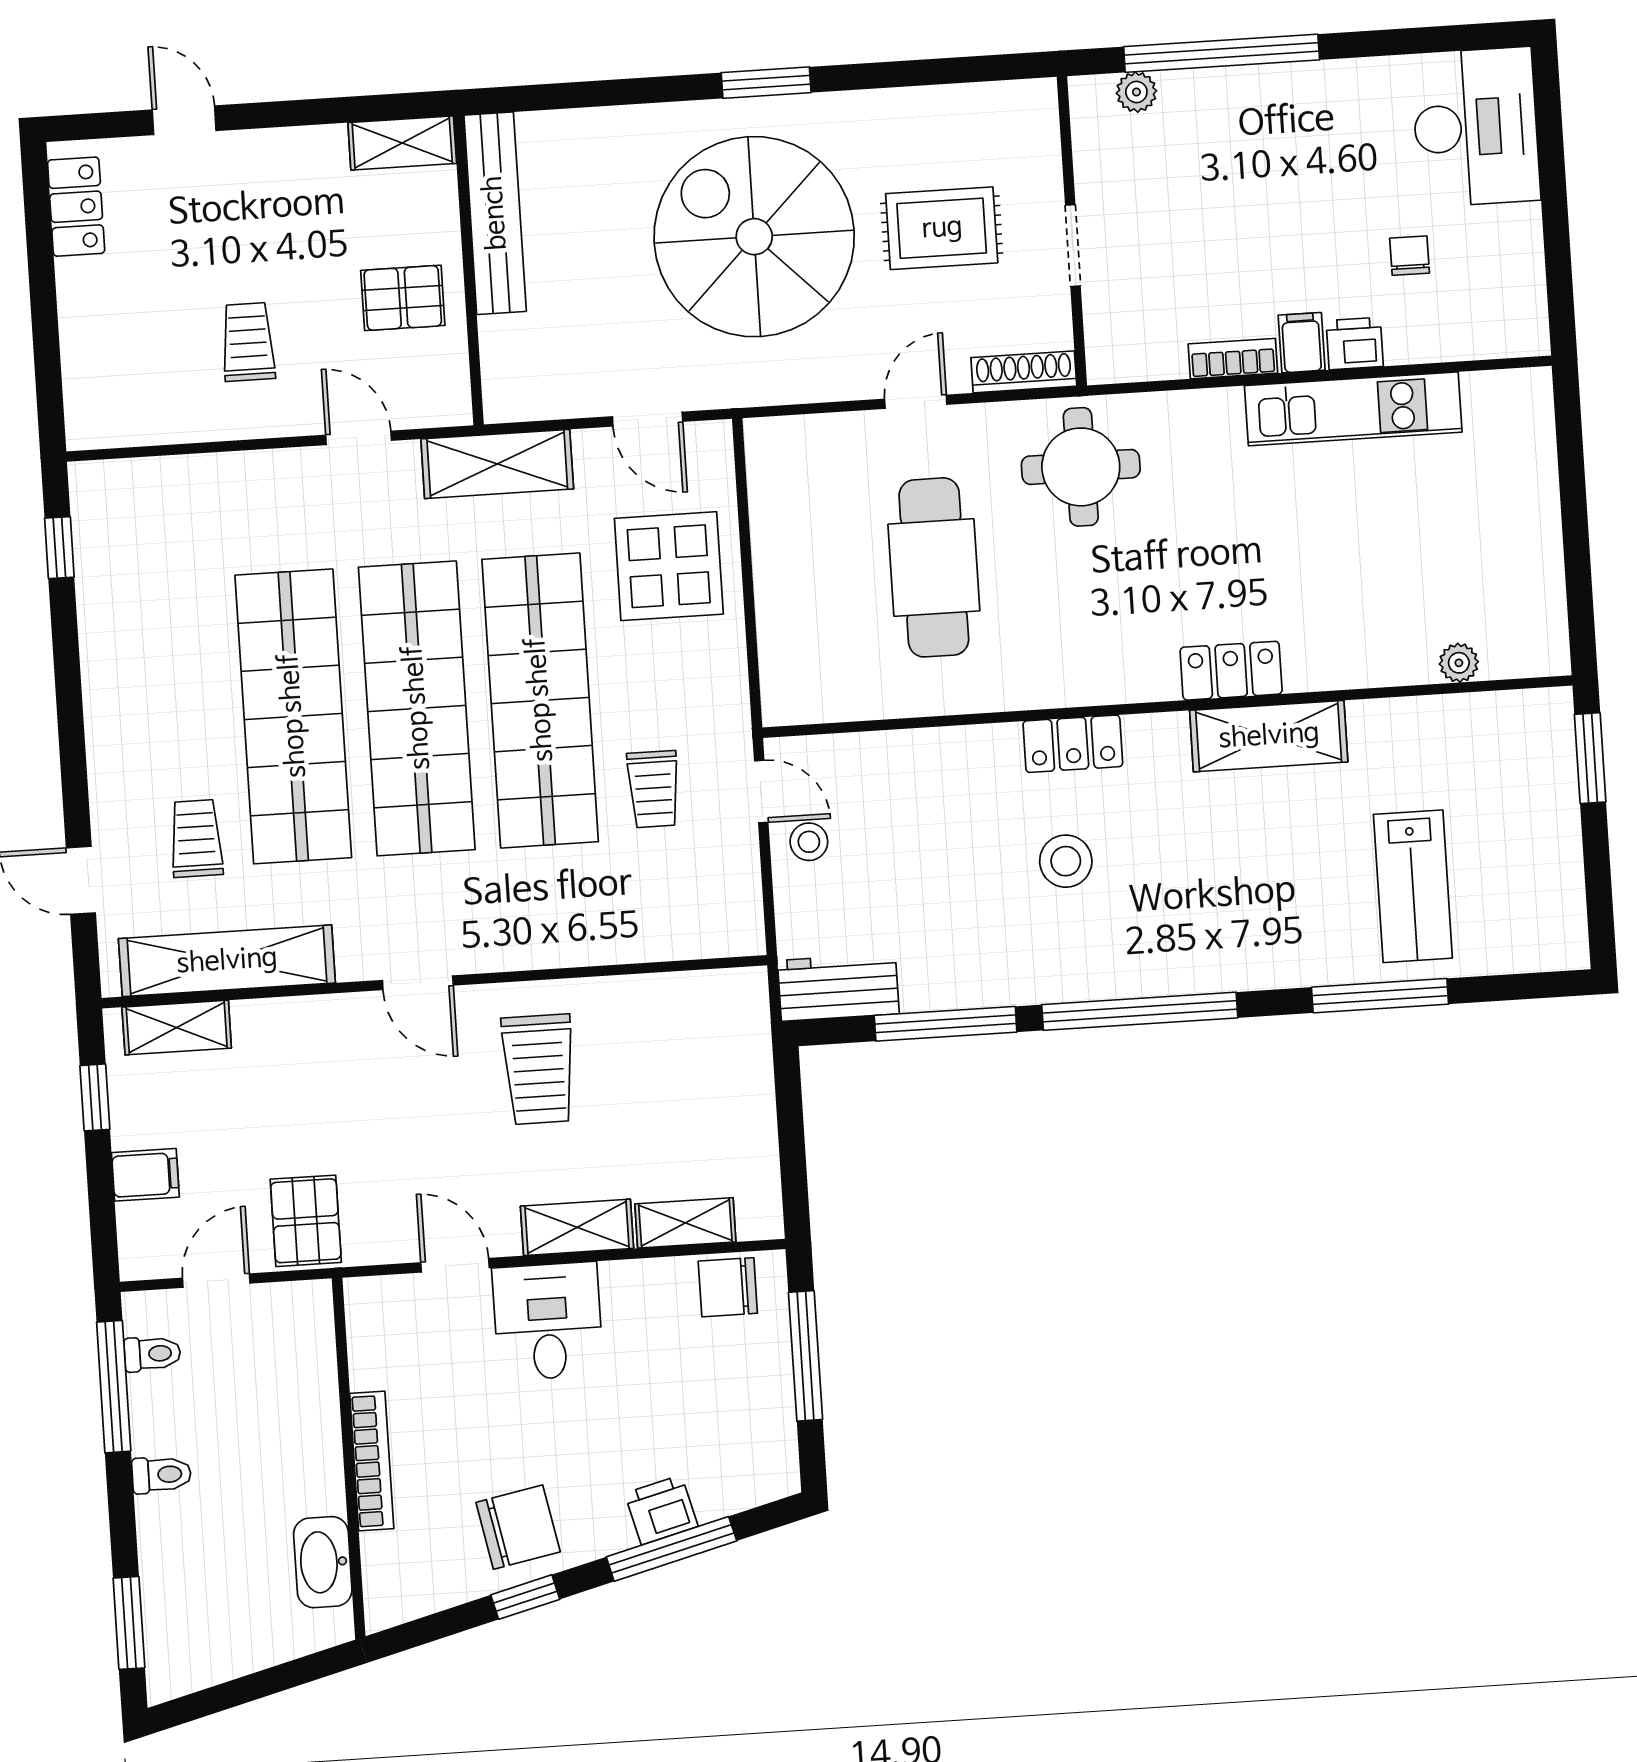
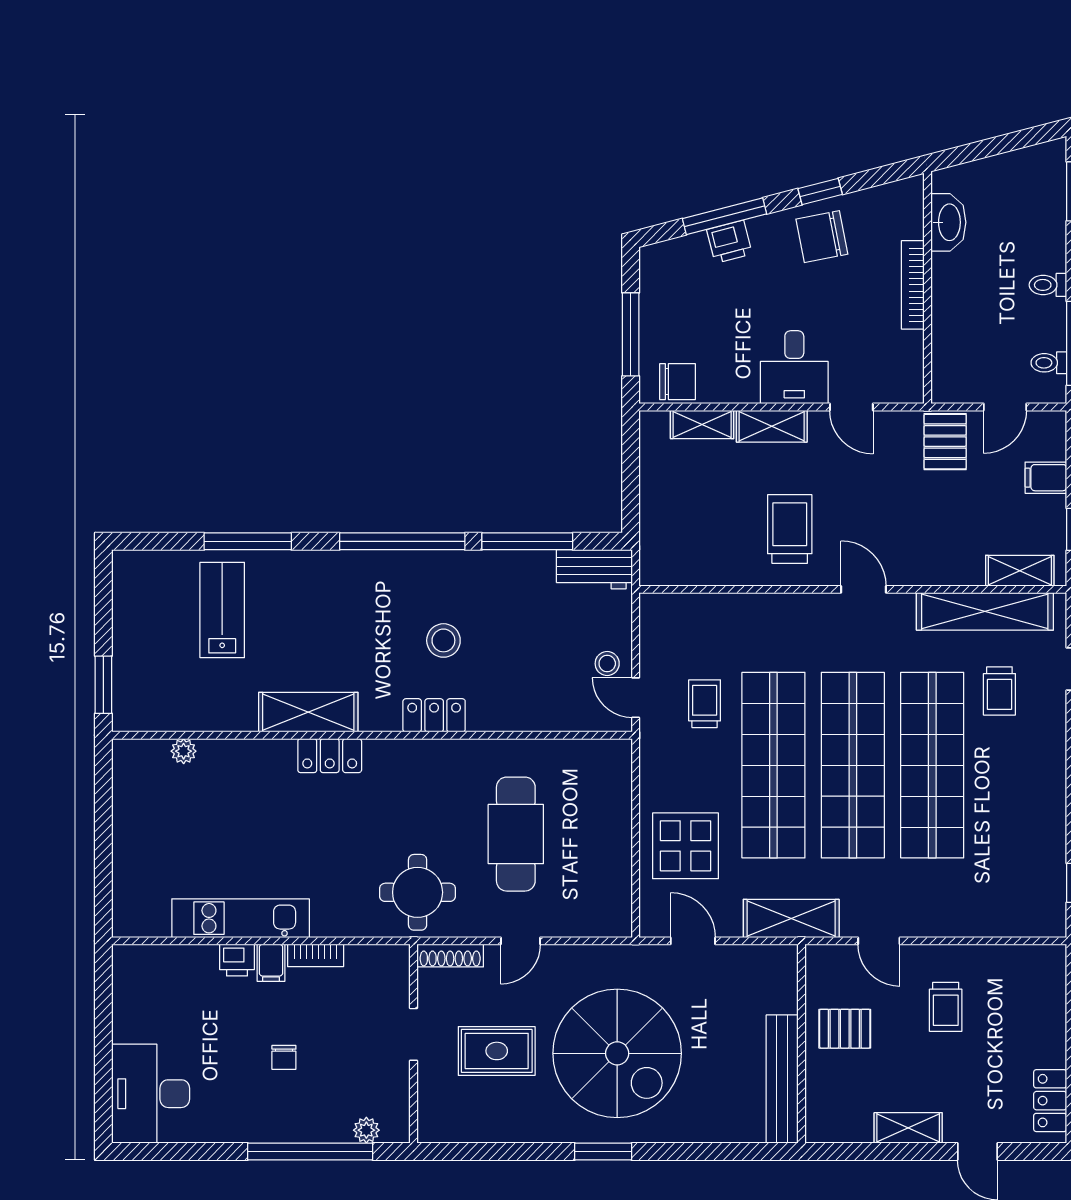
shelving: (402, 143) -> (908, 1128), moved
chair: (1410, 256) -> (284, 1057), moved

